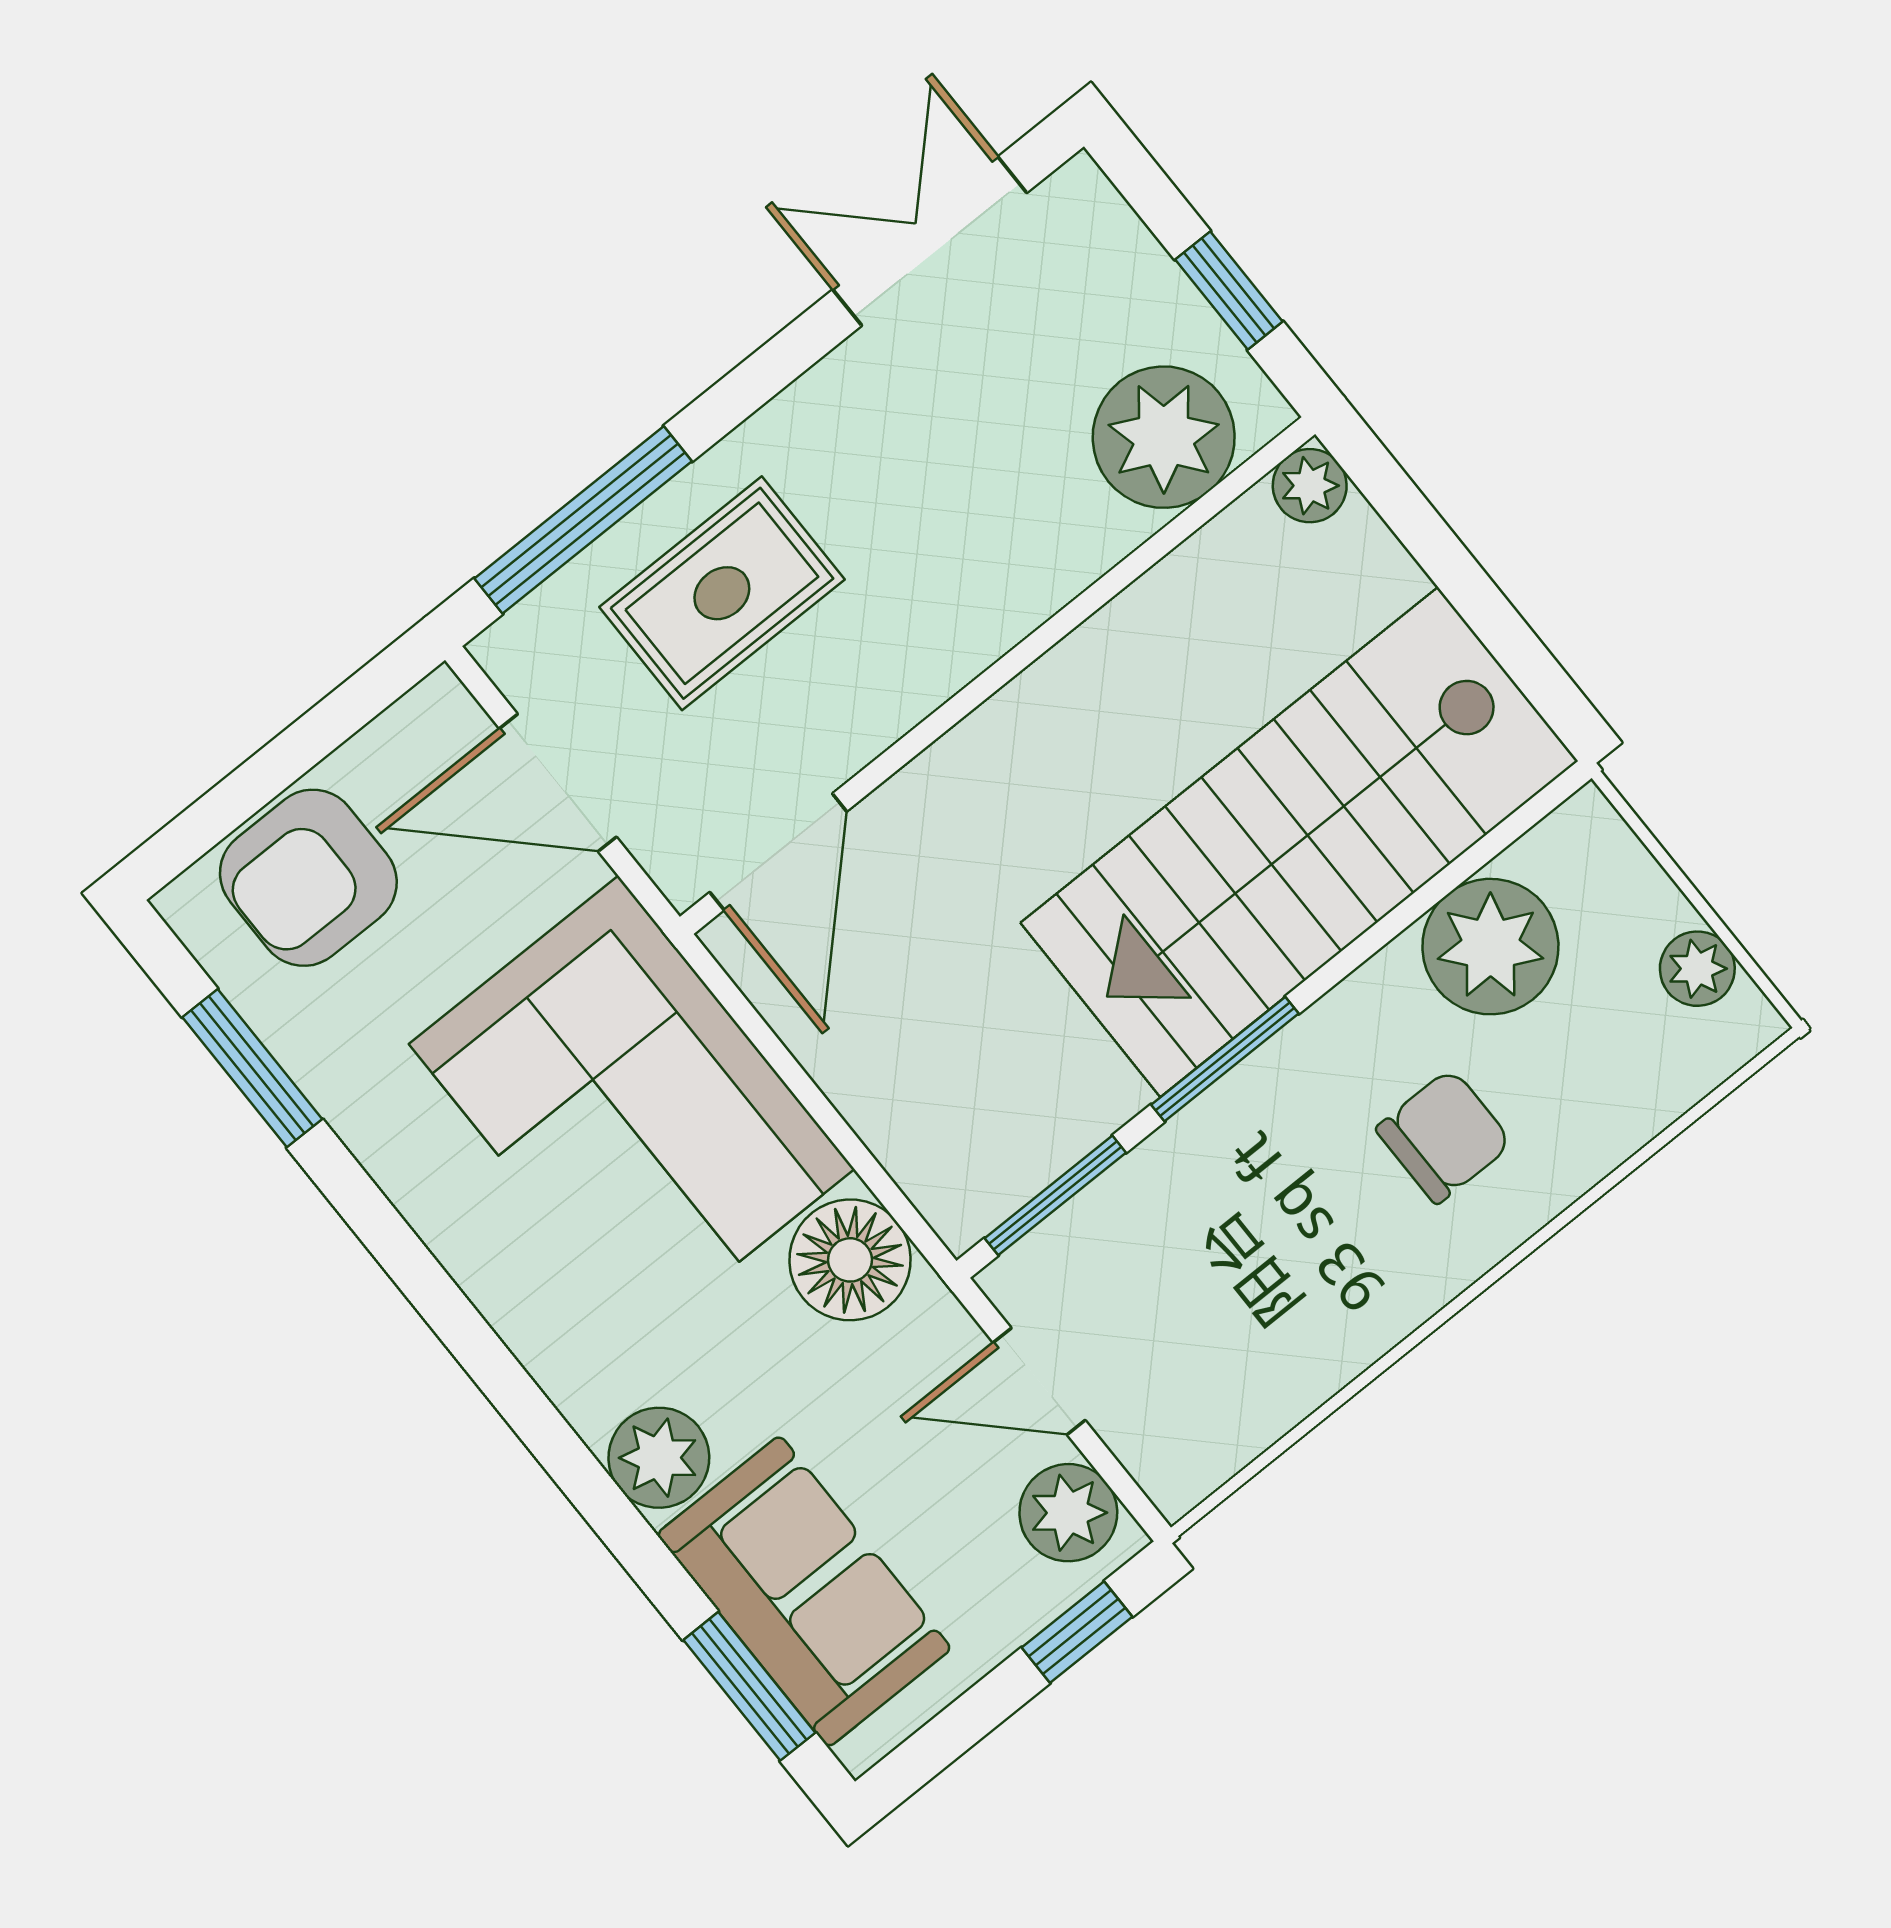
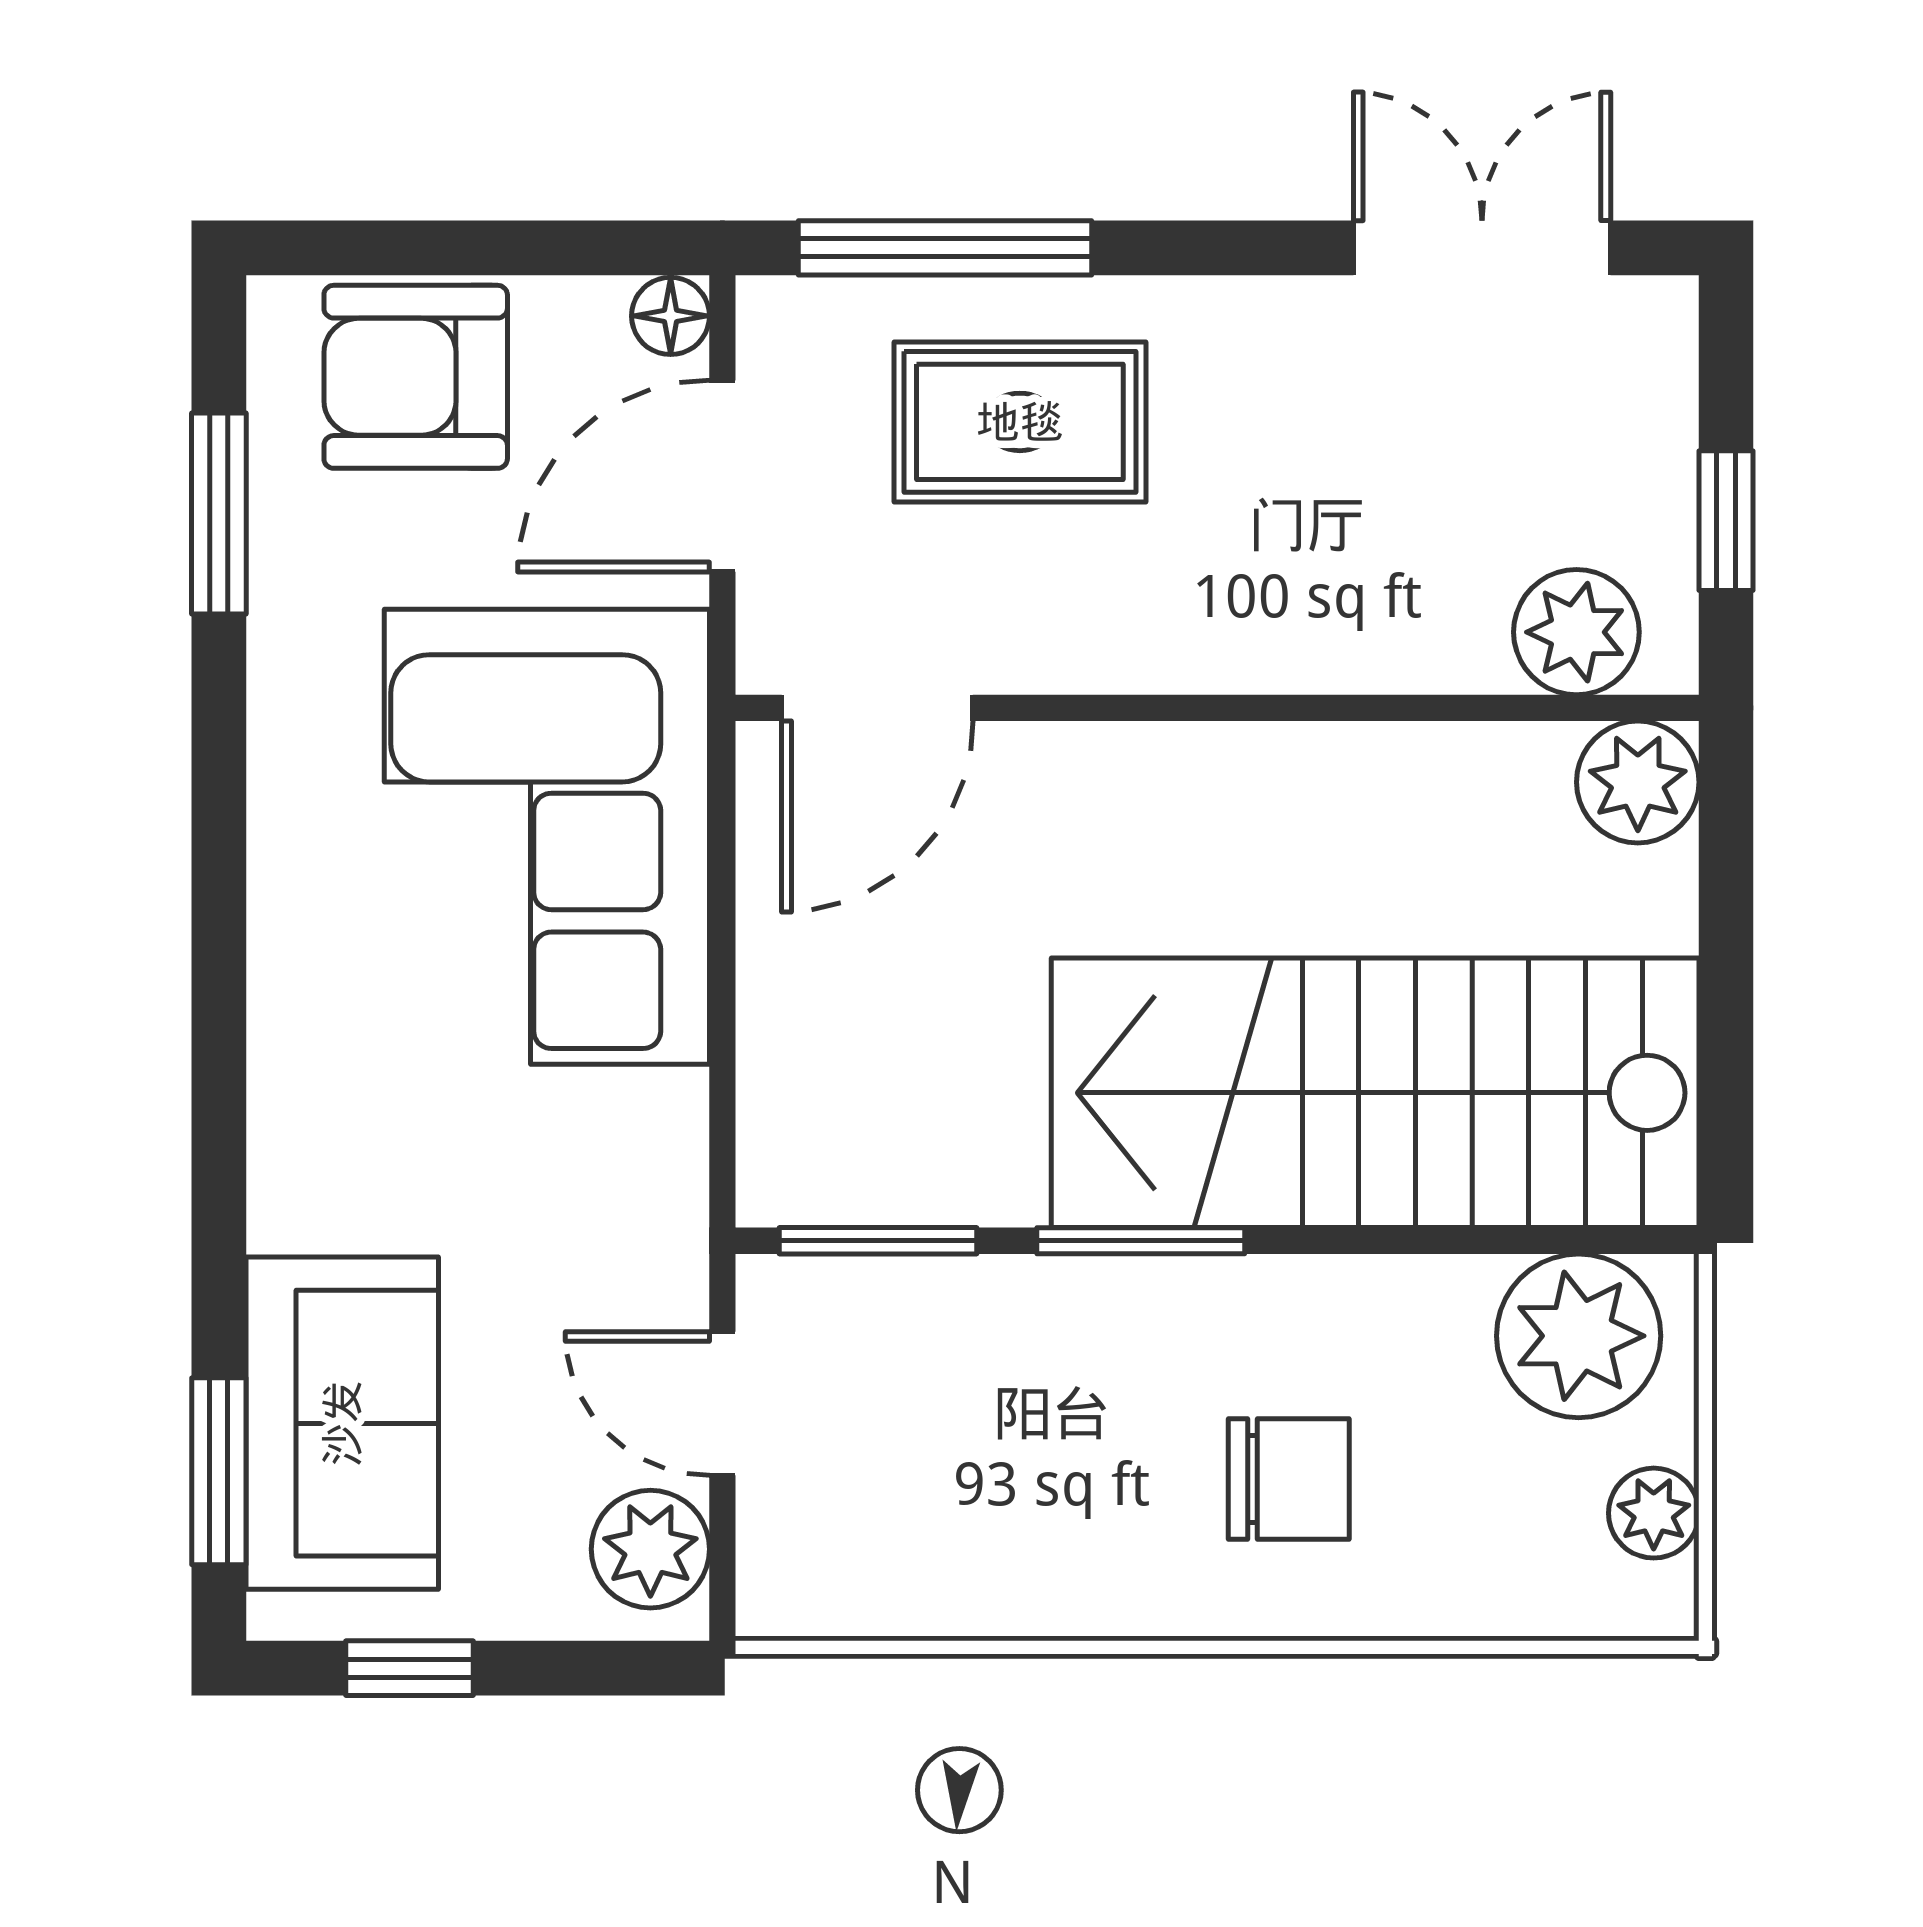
plant: (1164, 437) -> (1576, 632), width x0.73, depth x0.73
plant: (1310, 486) -> (1638, 782), width x1.38, depth x1.38
door: (558, 783) -> (722, 476), hinge flipped
plant: (1490, 947) -> (1579, 1336), moved
floor lamp: (850, 1260) -> (671, 316), moved, width x0.53, depth x0.53
plant: (659, 1458) -> (307, 1188), removed
window: (1077, 1632) -> (409, 1668), moved

